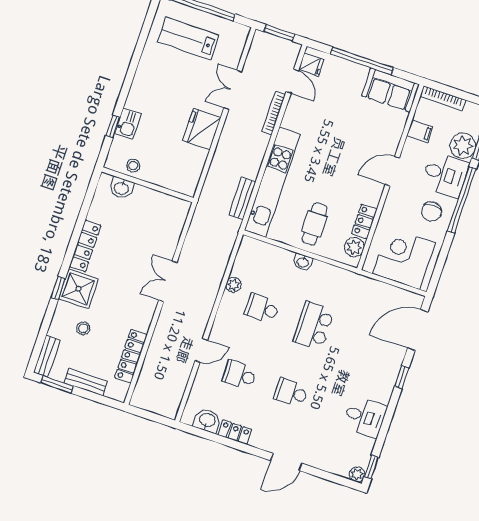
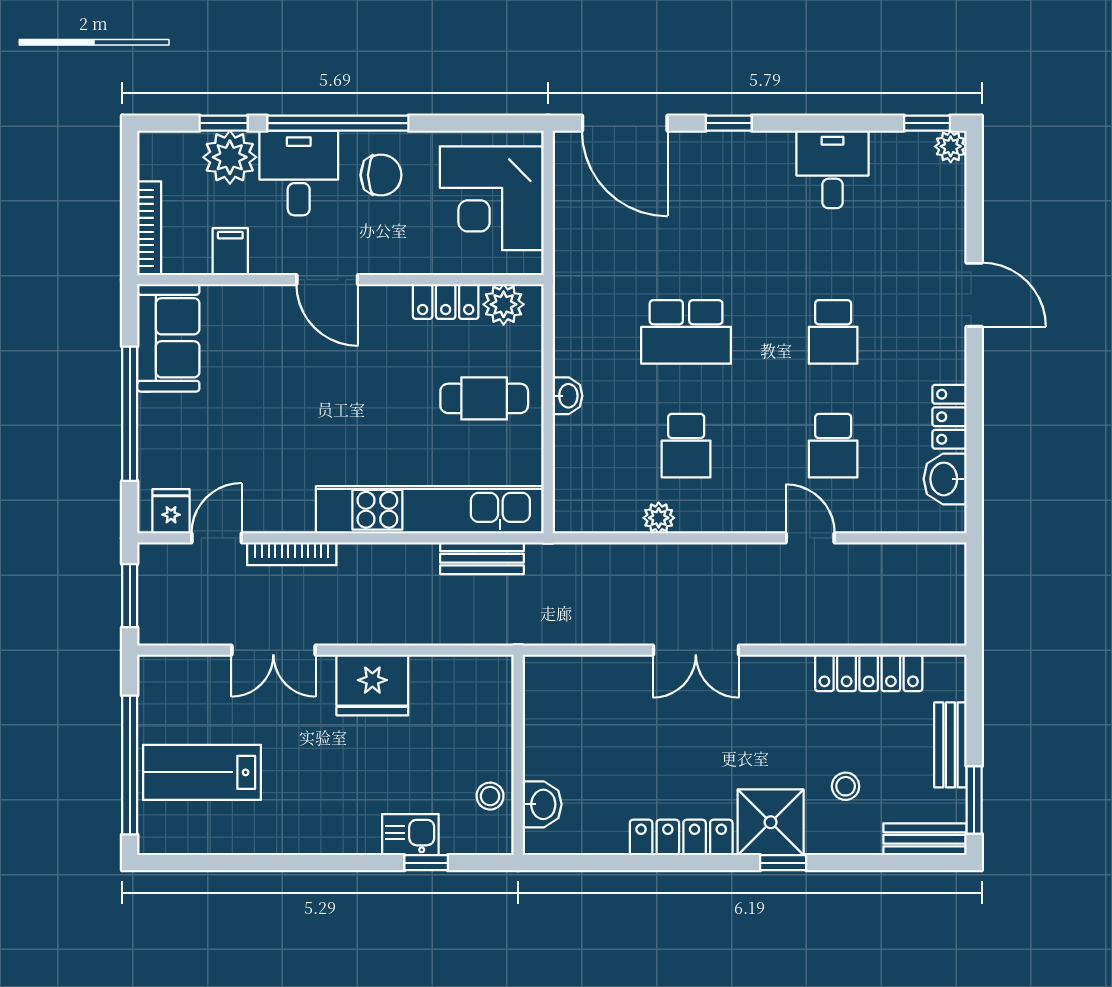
lab bench: (188, 39) -> (202, 772), turned 90

